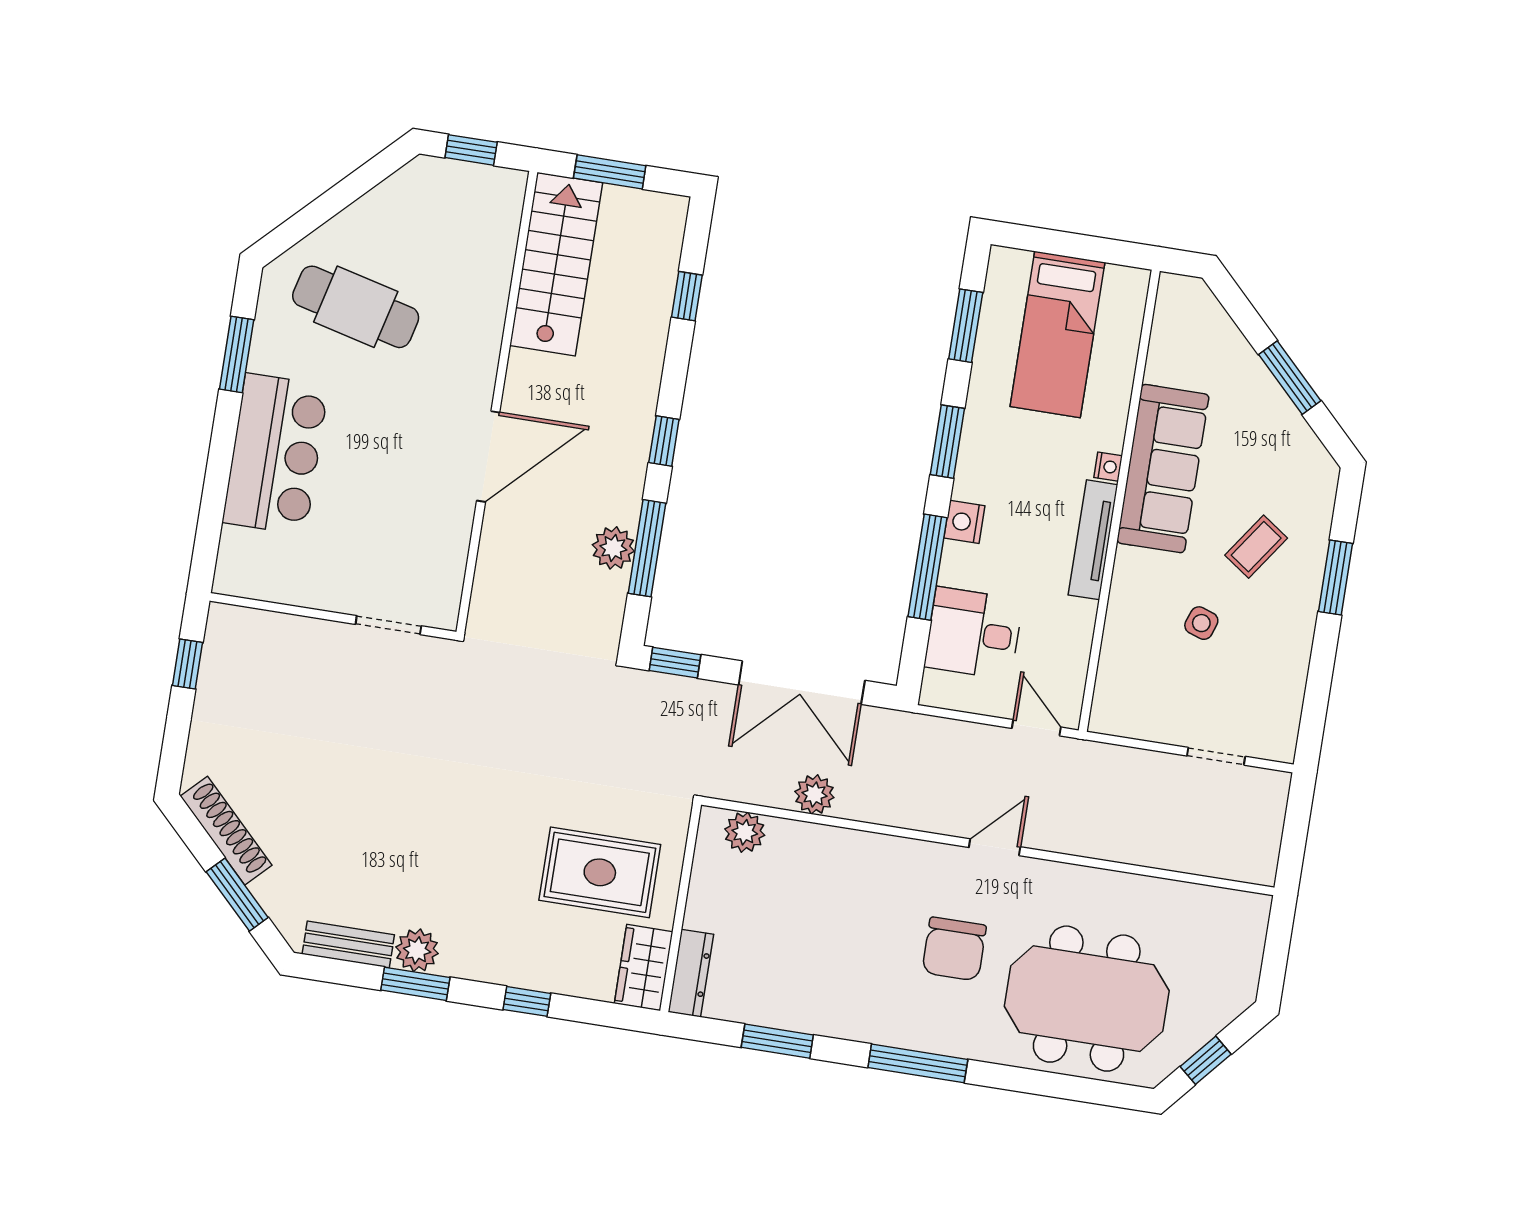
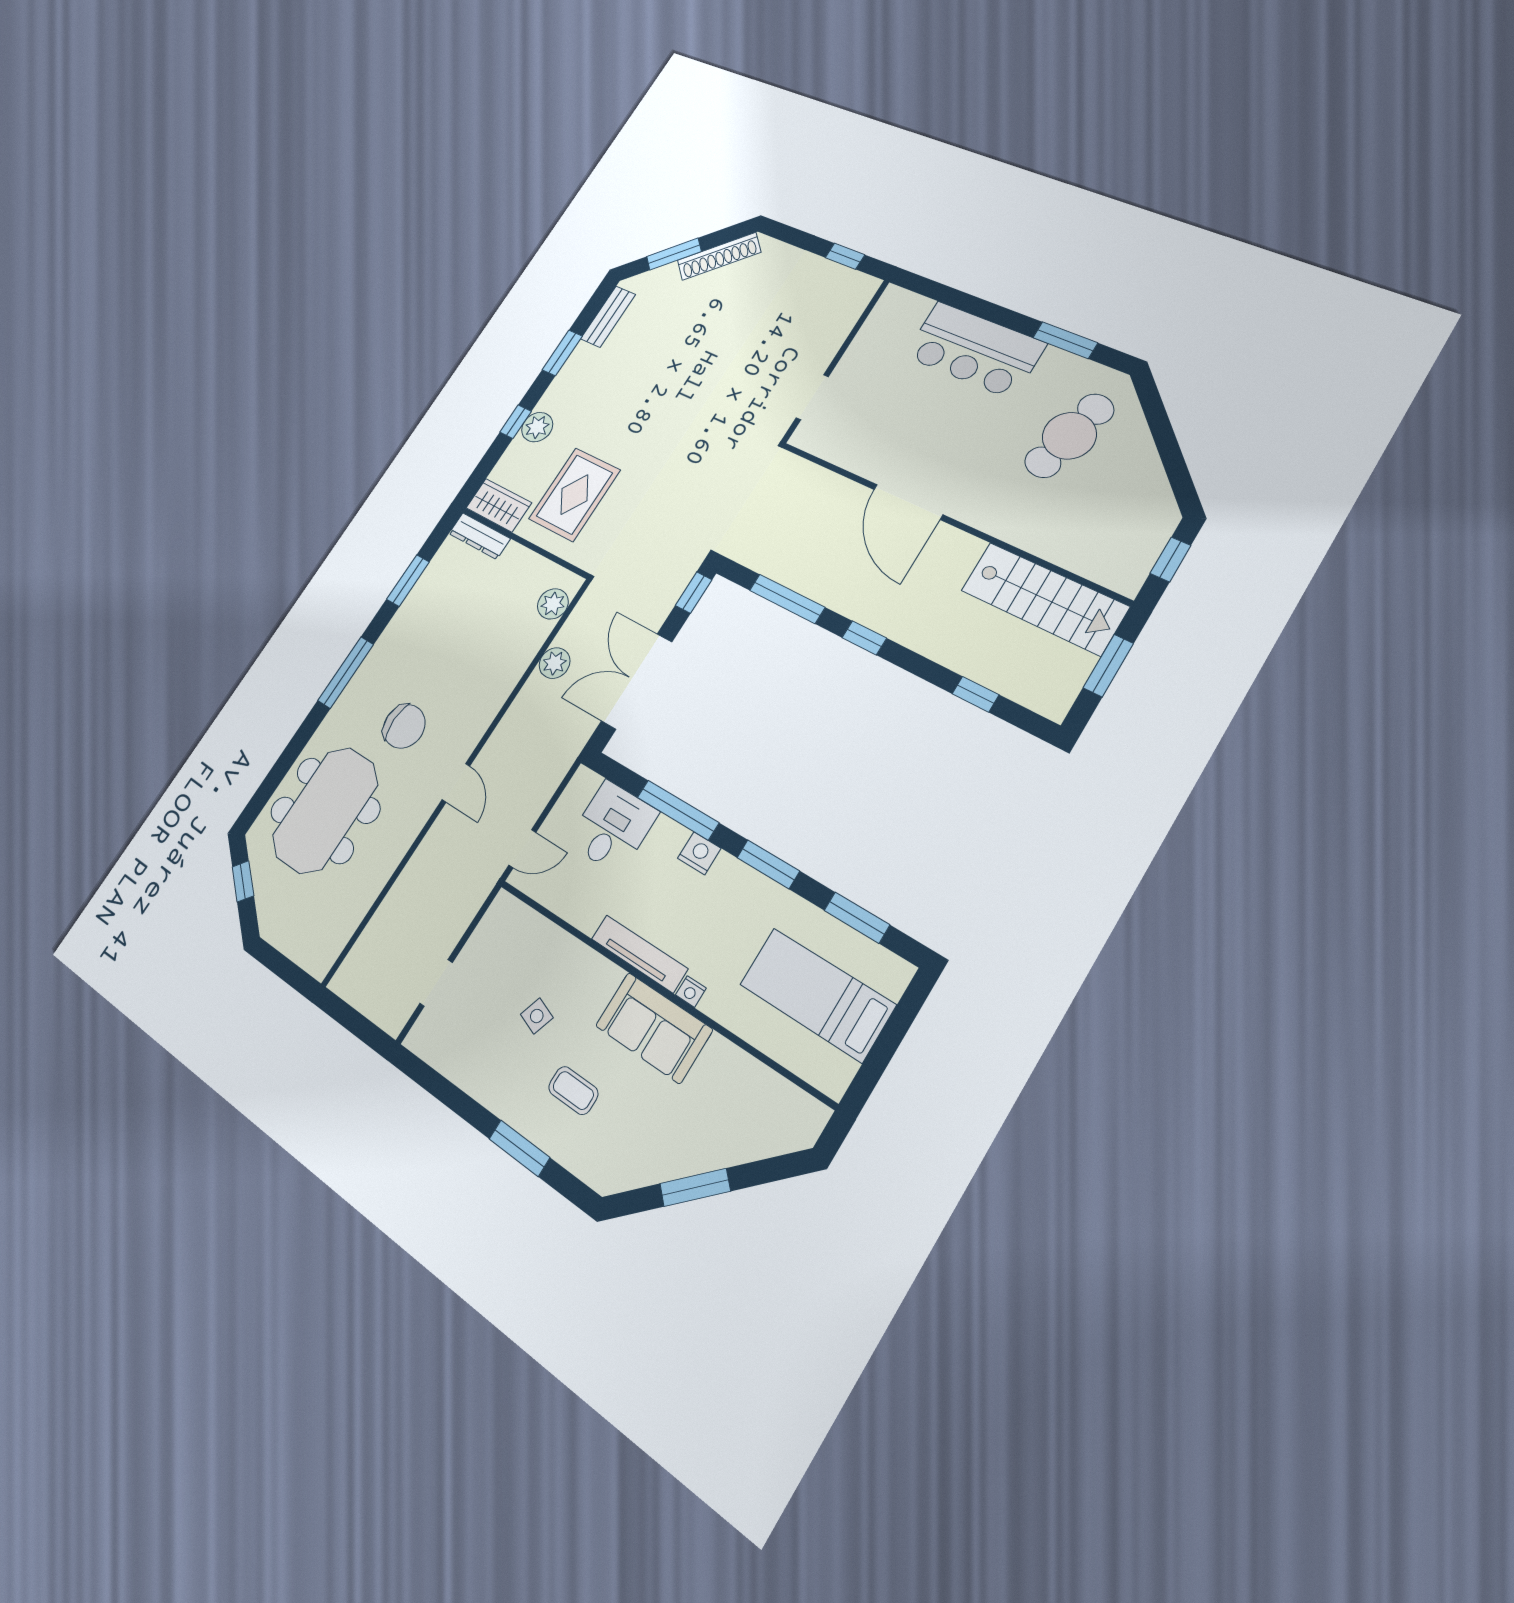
sofa: (1163, 469) -> (654, 1028), width x0.73
coffee table: (1256, 547) -> (573, 1090), turned -35
plant: (613, 548) -> (798, 574), removed
chair: (954, 949) -> (404, 726), turned 180
plant: (417, 950) -> (537, 427), moved

